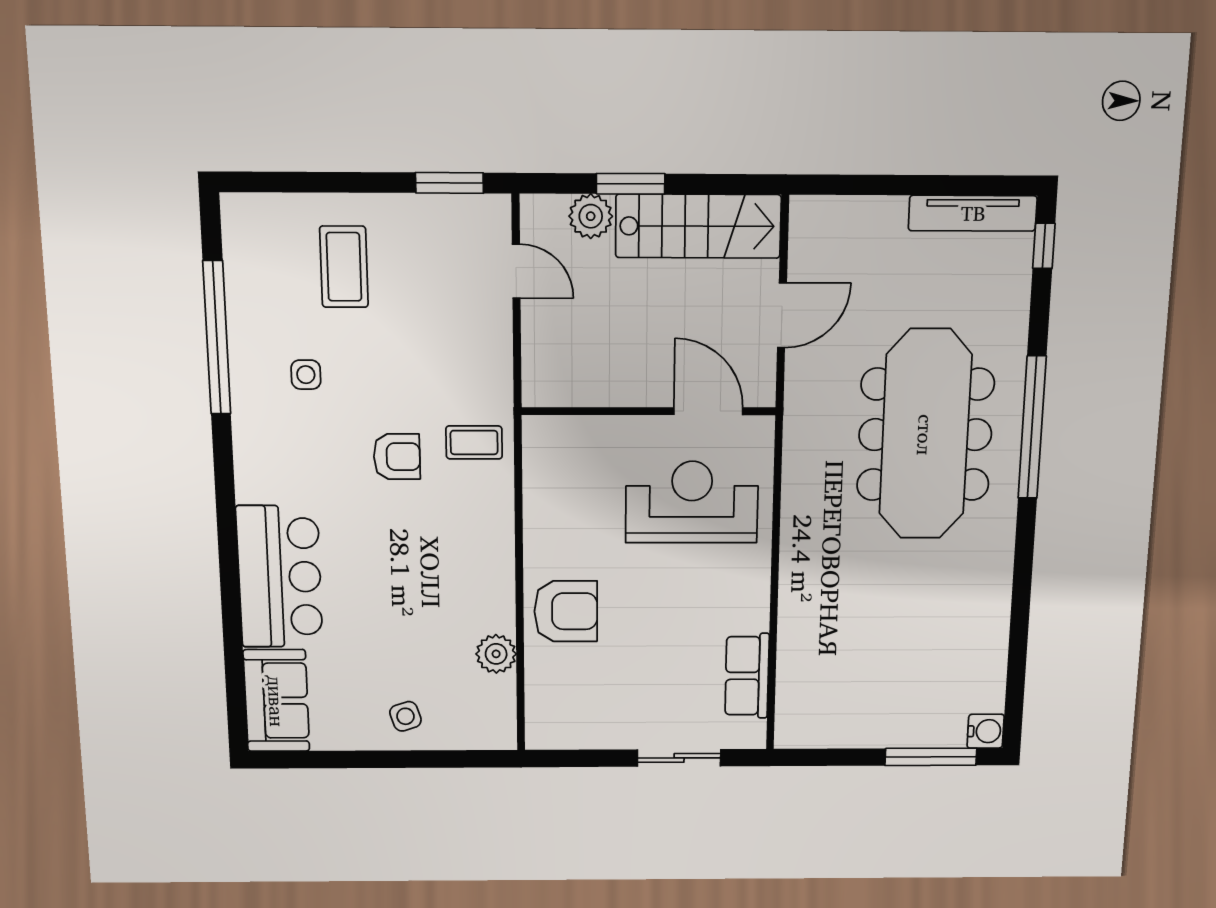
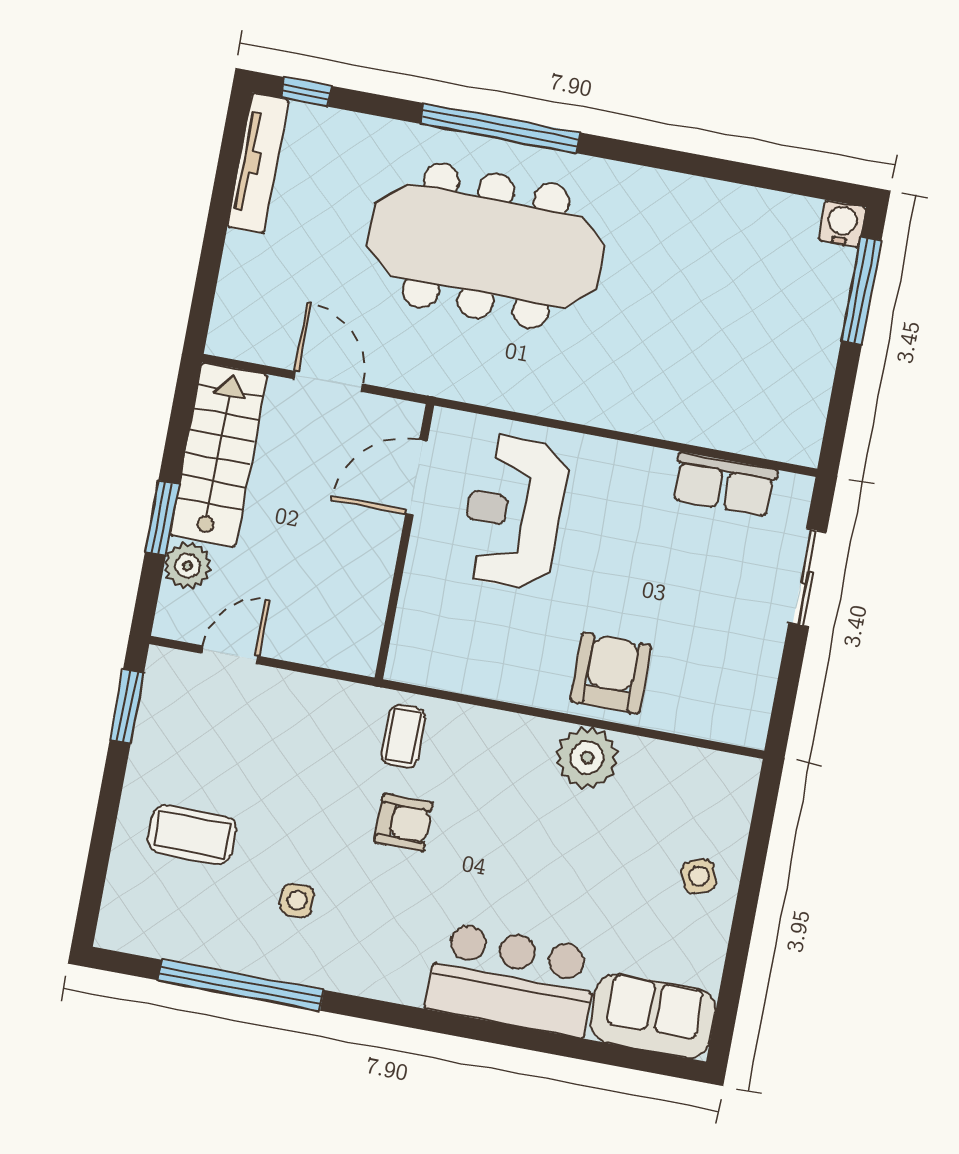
armchair: (397, 457) -> (403, 823), turned 90
plant: (496, 654) -> (587, 758), moved, width x1.36, depth x1.36

